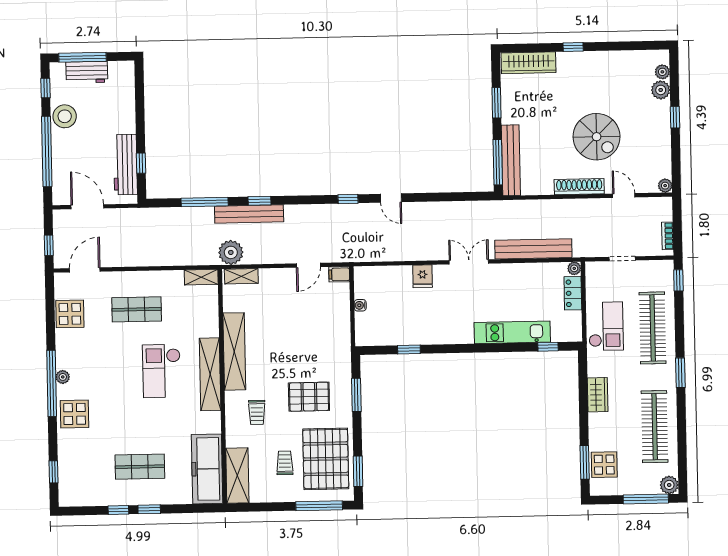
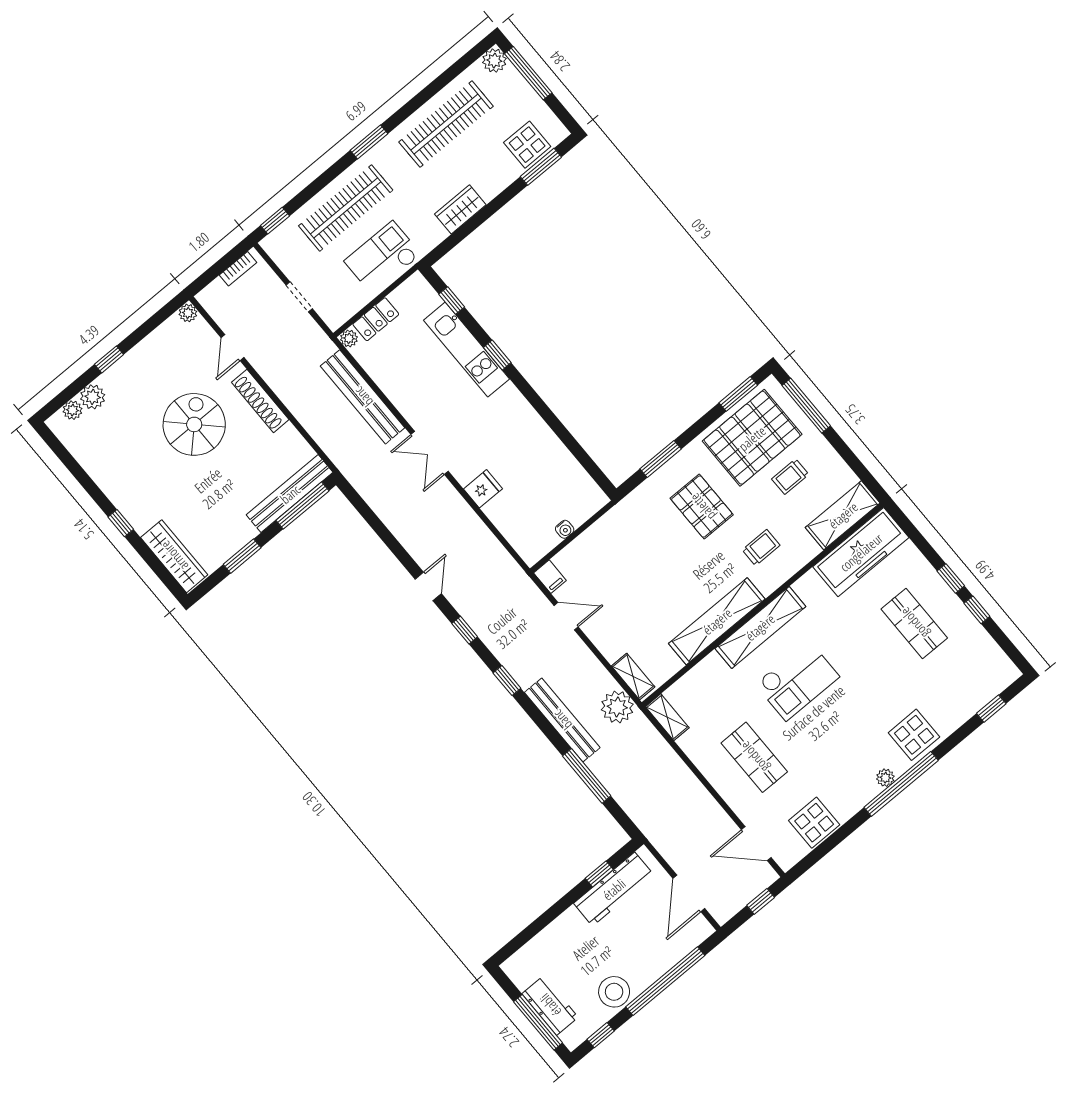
window: (260, 201) -> (507, 681), moved
window: (409, 350) -> (497, 355), moved

